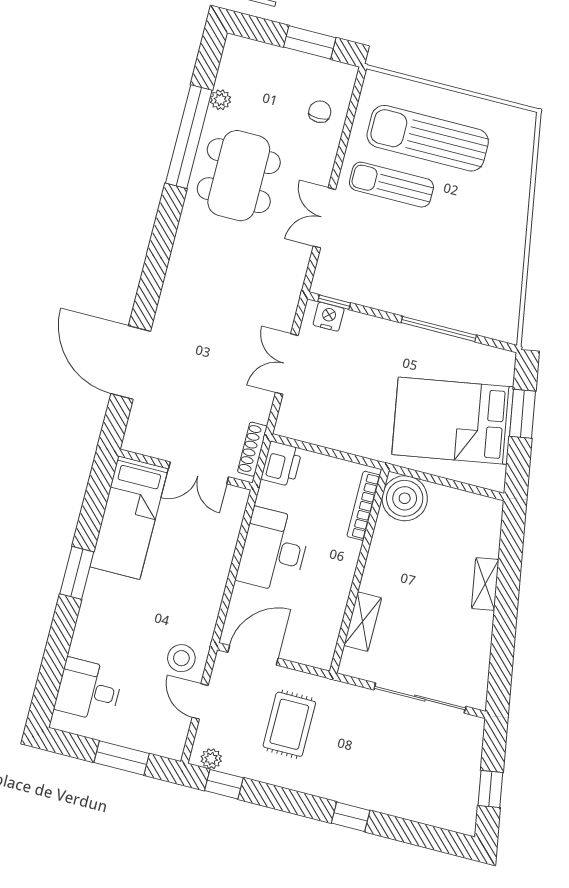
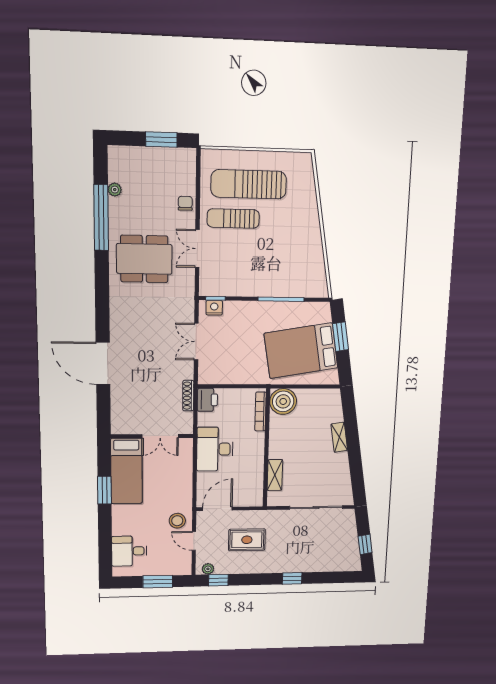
chair: (320, 112) -> (185, 203), moved
dining table: (239, 176) -> (144, 259), moved, turned 90
wall: (185, 469) -> (152, 436), moved
double door: (198, 473) -> (160, 436), moved
bed: (129, 518) -> (126, 471), moved
rug: (289, 724) -> (247, 540), turned 90

